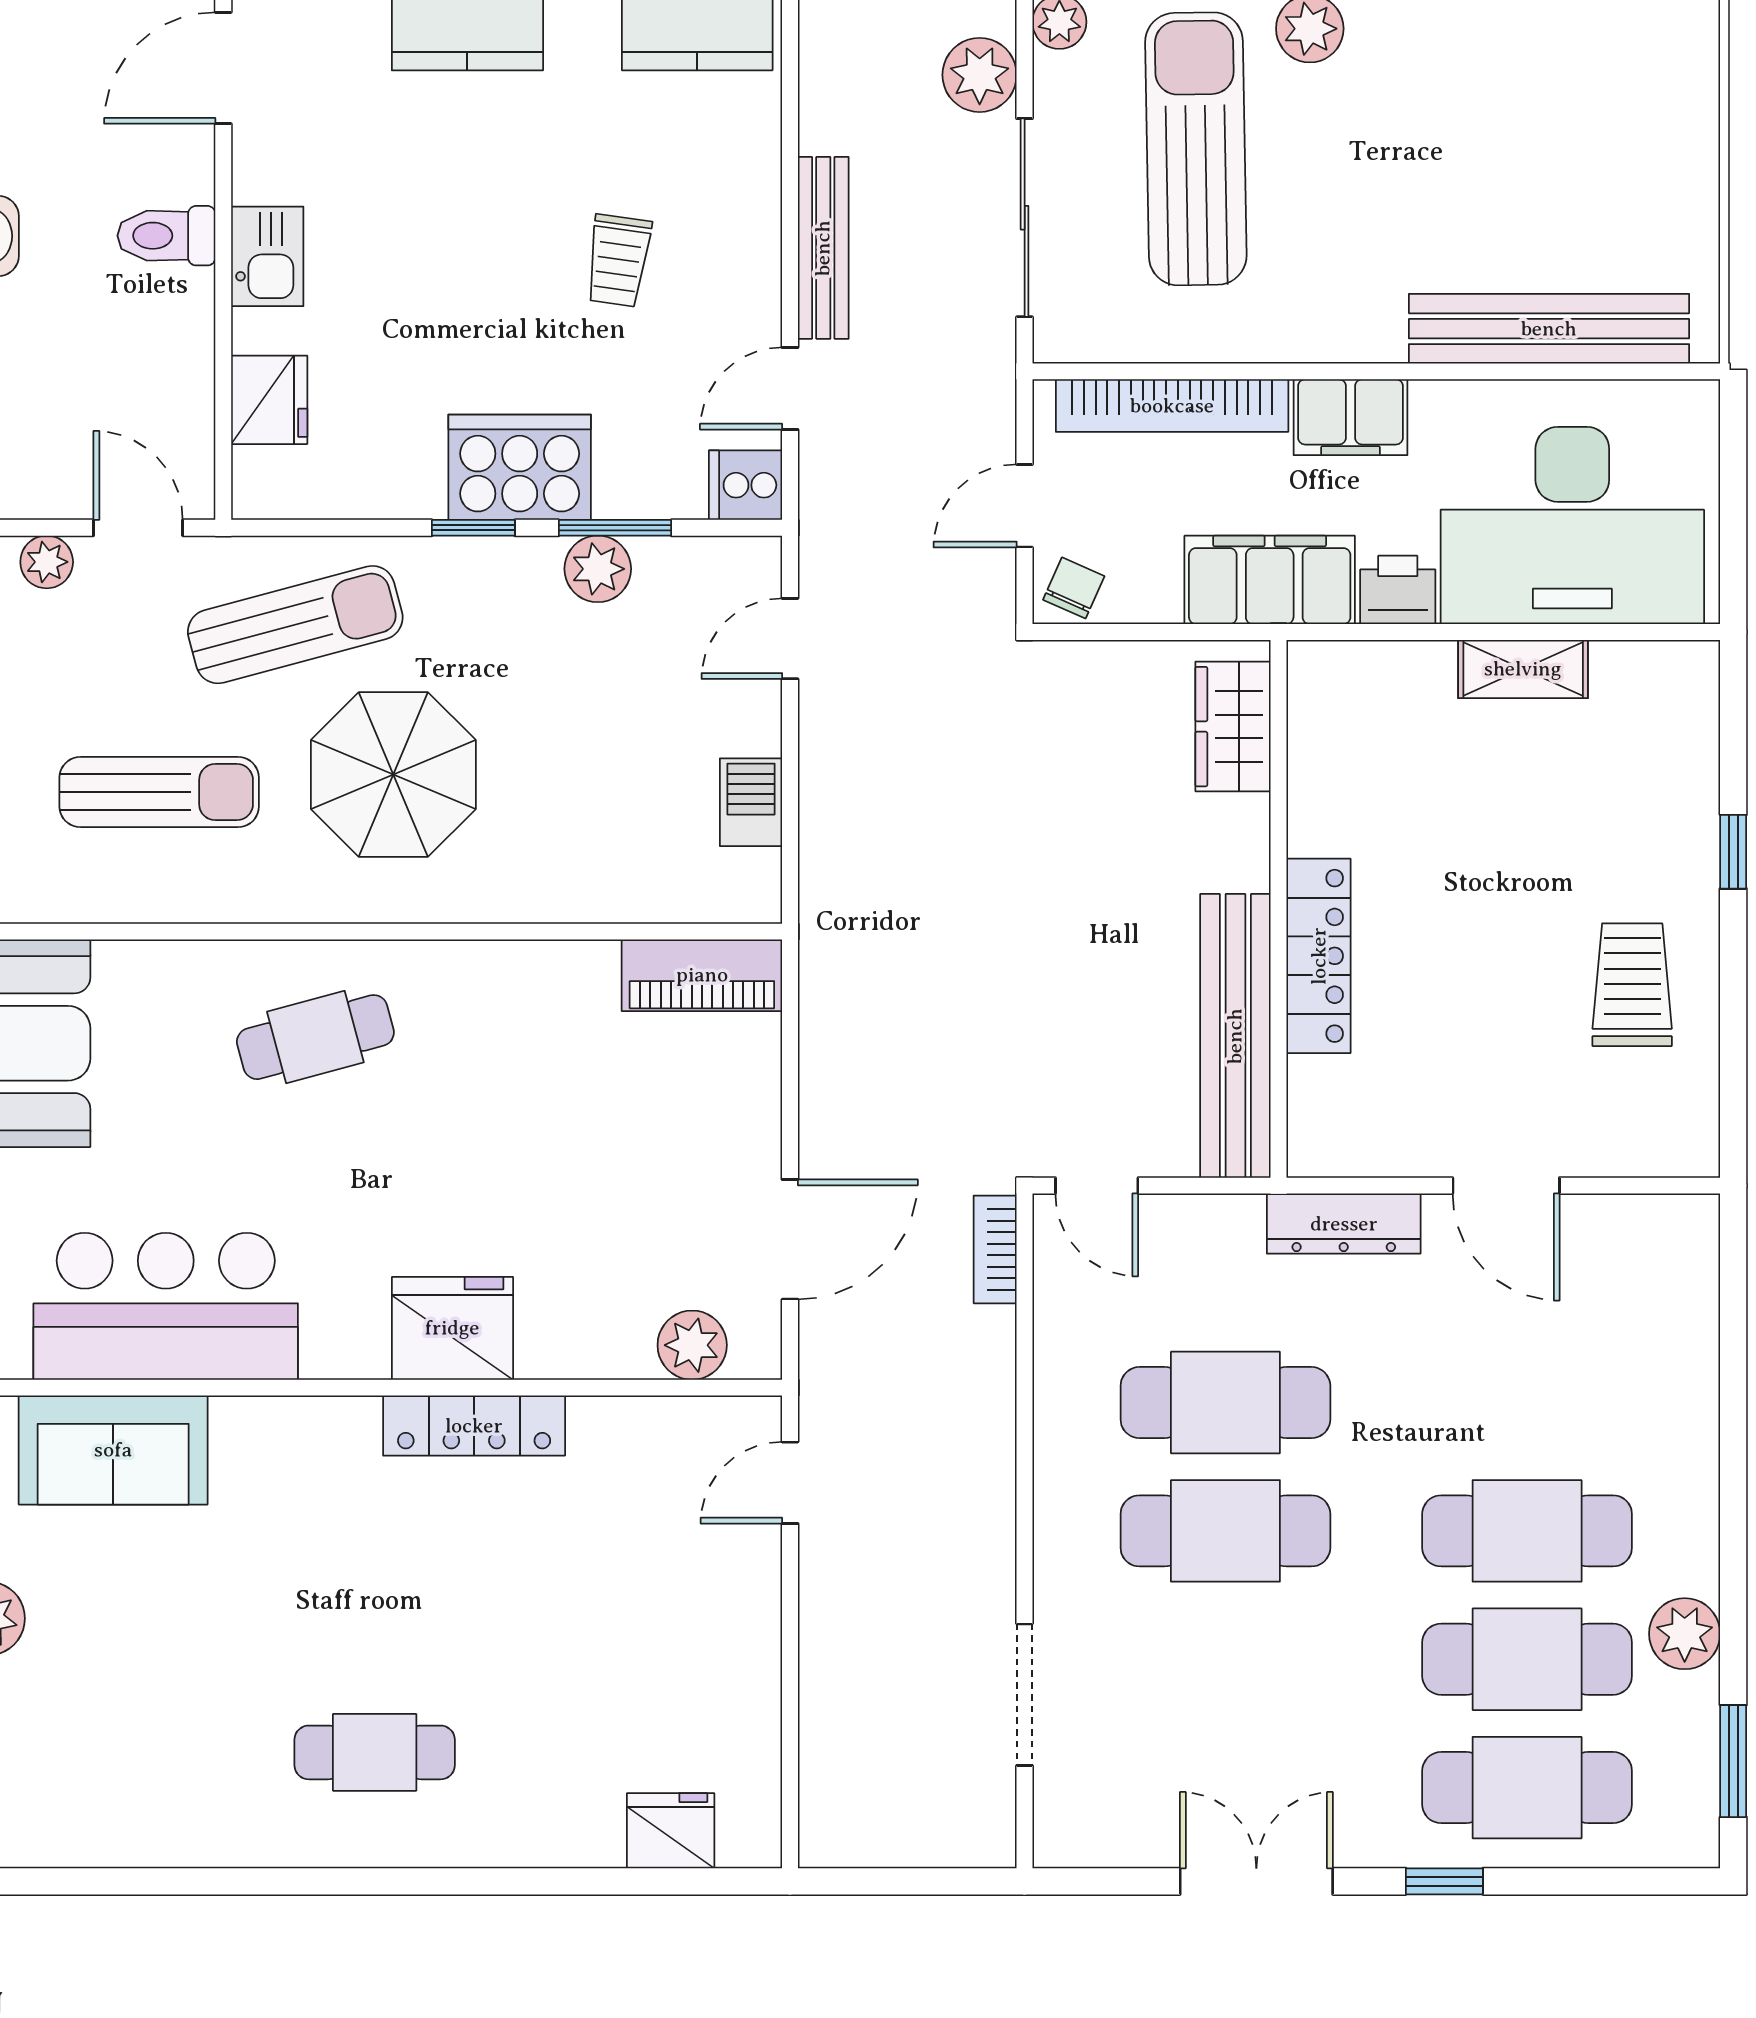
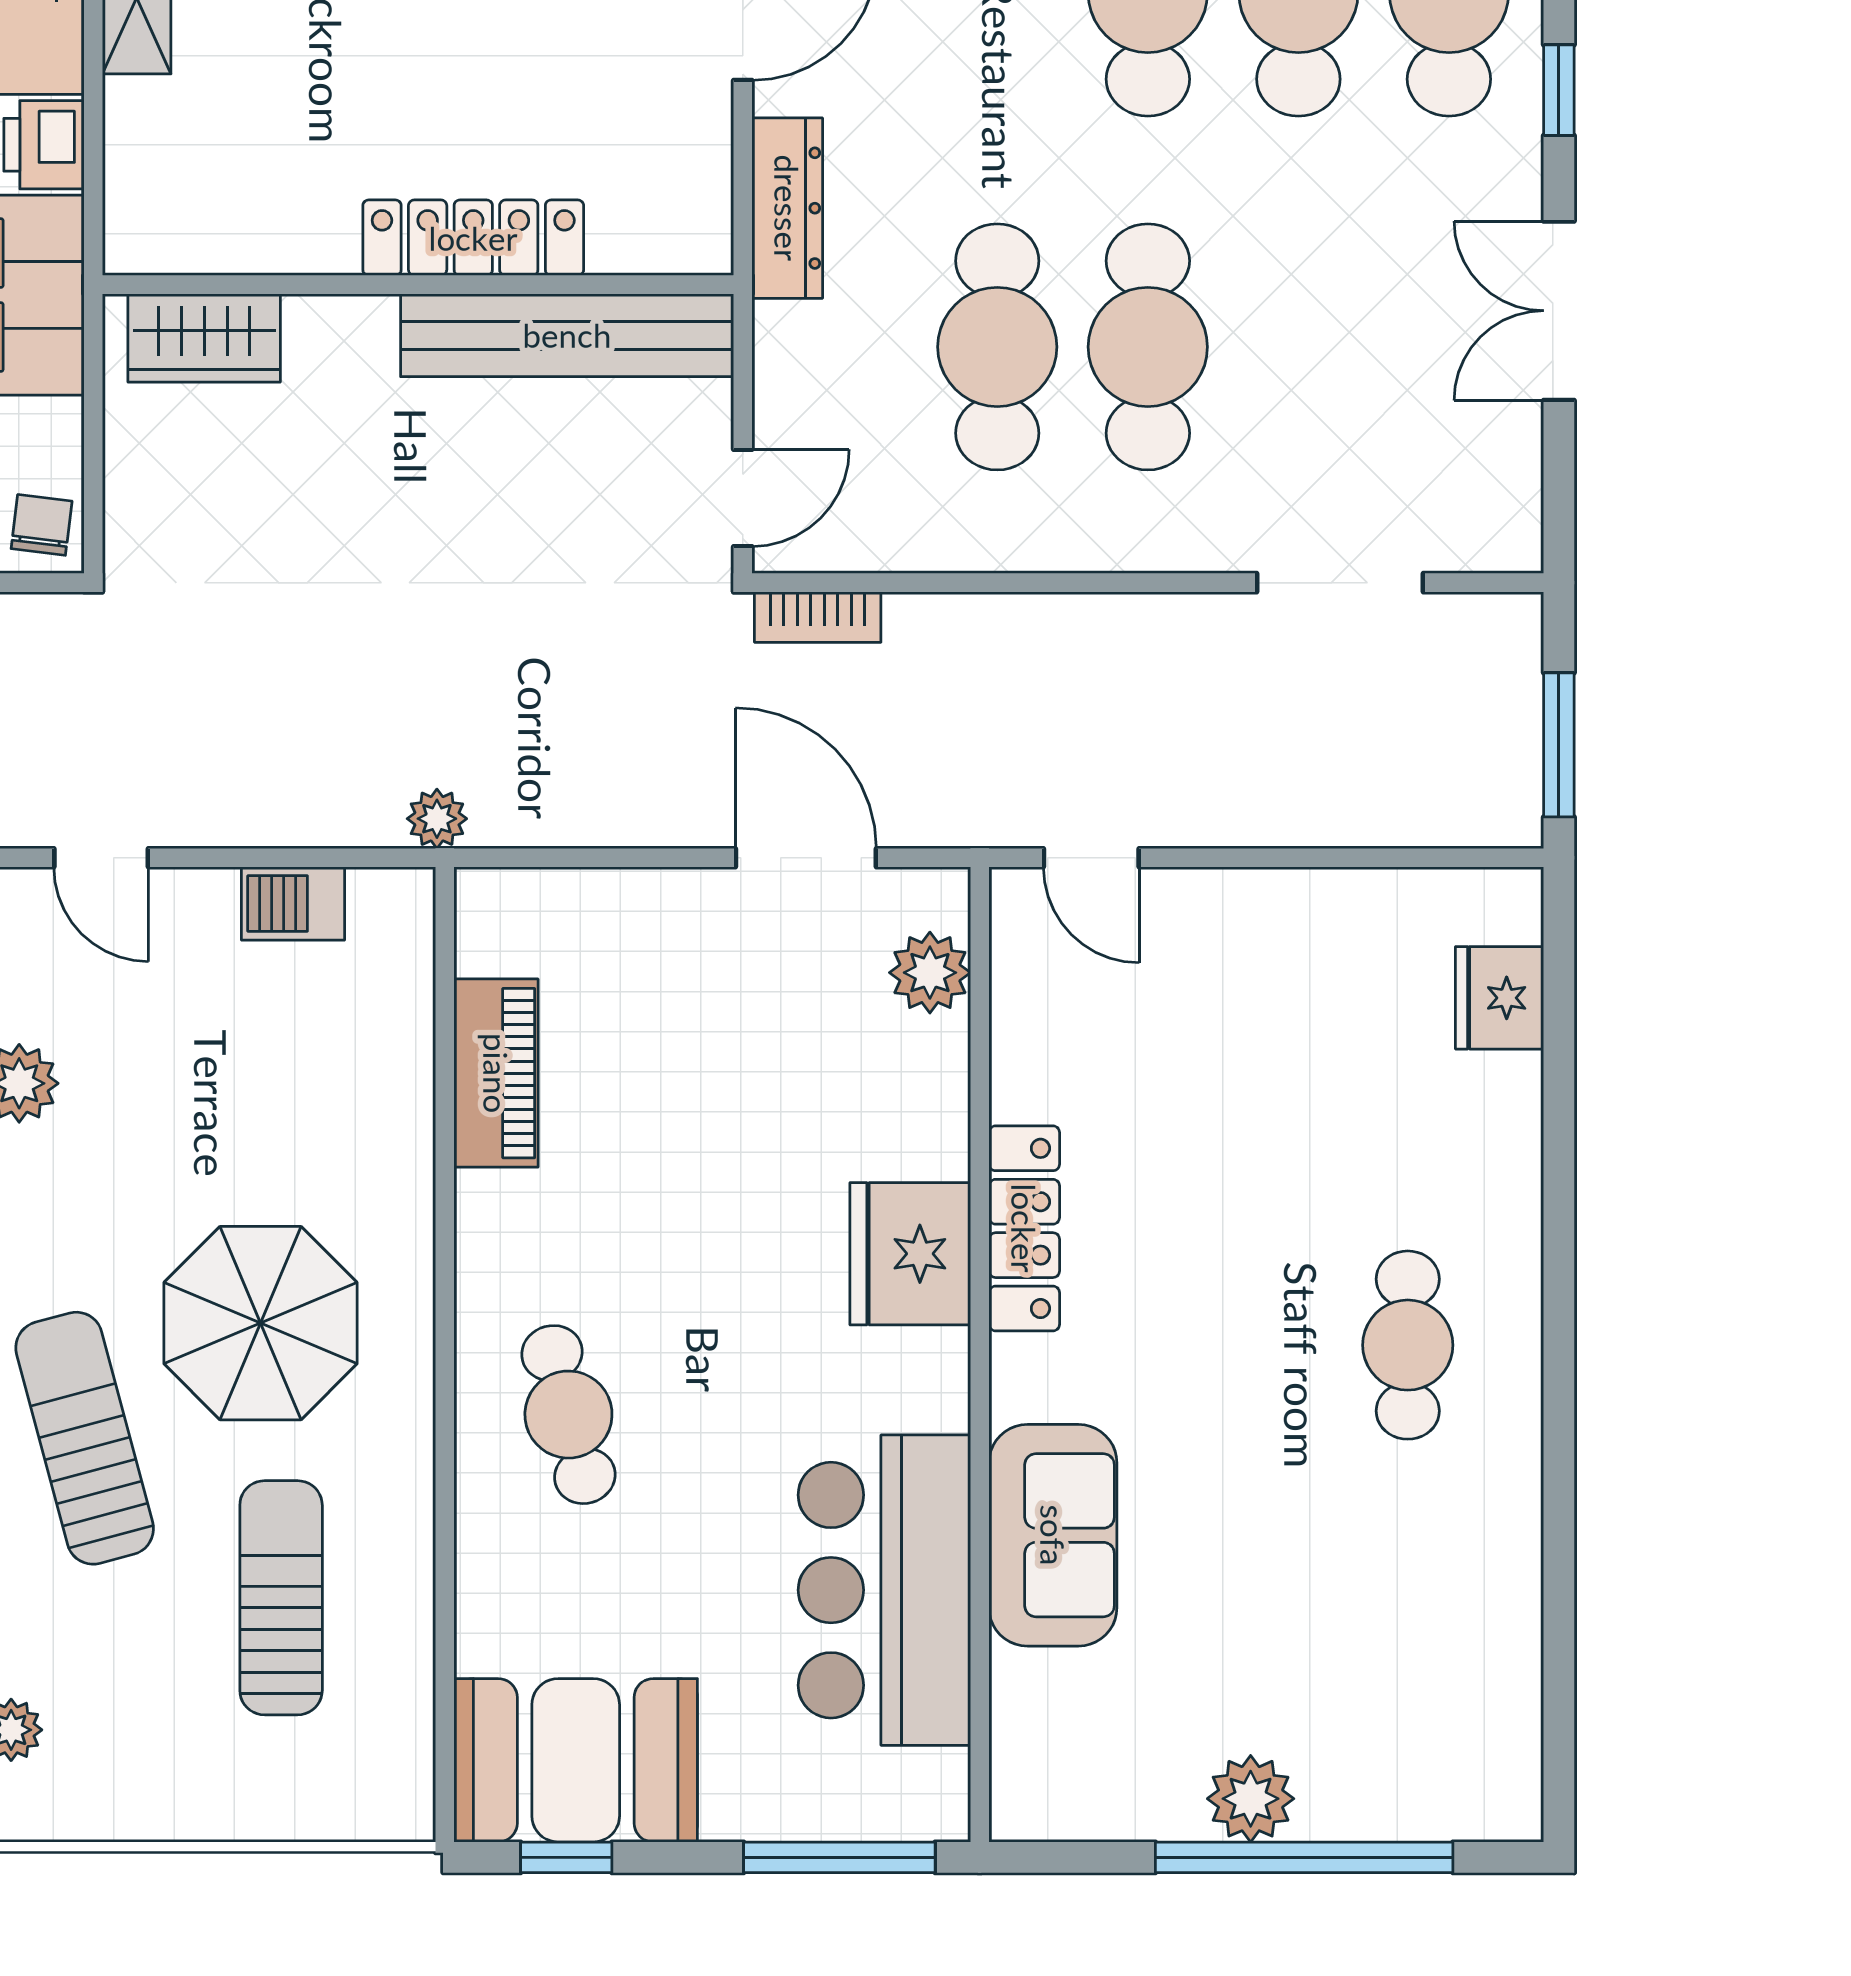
chair: (1074, 588) -> (42, 525), turned 73
plant: (823, 925) -> (437, 819), added
piano: (702, 975) -> (496, 1073), moved
sofa: (113, 1450) -> (1053, 1535), moved
window: (886, 1881) -> (1559, 745), added

